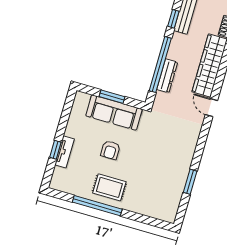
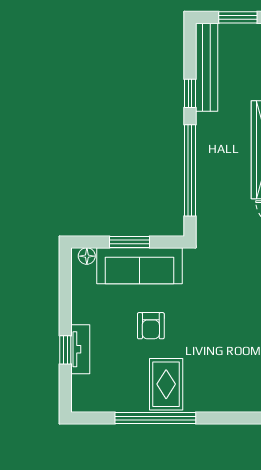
dresser: (167, 76) -> (206, 185), removed
floor lamp: (84, 98) -> (87, 256), added
rug: (109, 187) -> (166, 384), turned 90

